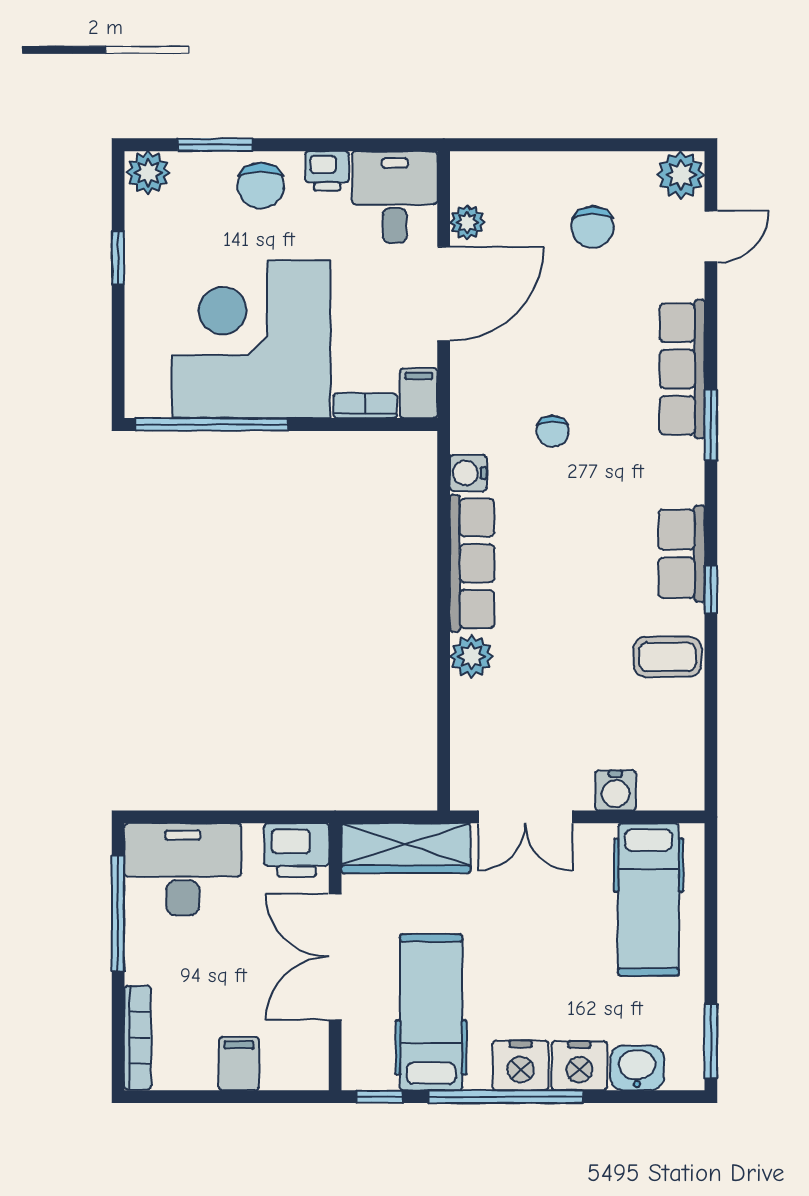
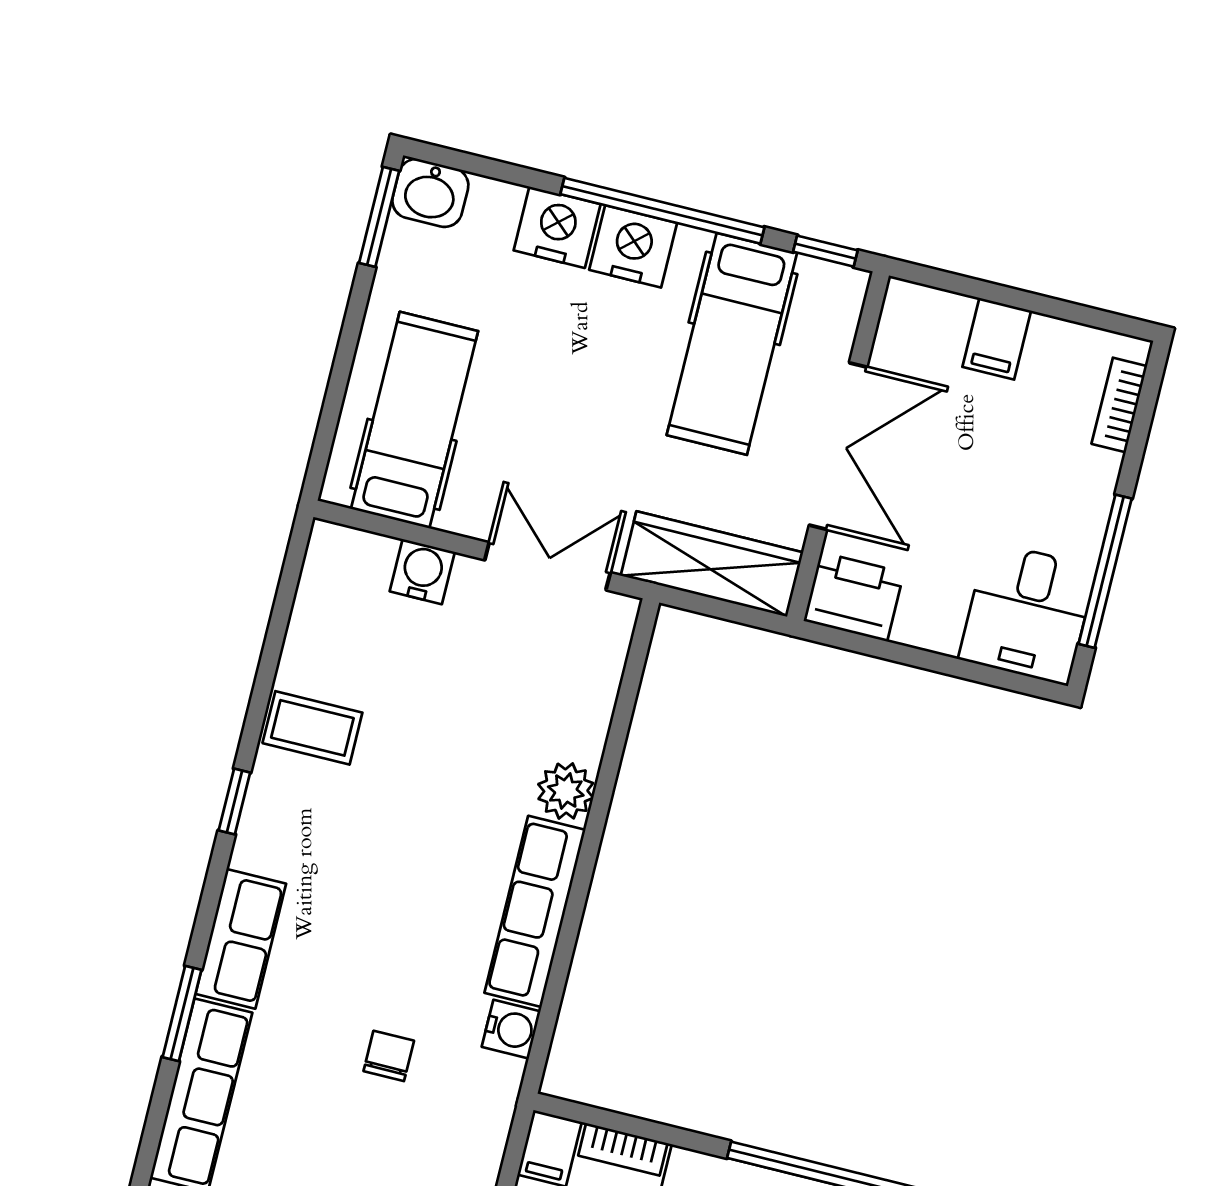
row of seats: (682, 554) -> (241, 939), moved
desk: (183, 869) -> (1028, 613), width x0.73
bookcase: (138, 1038) -> (1119, 405), width x0.64
washbasin: (637, 1068) -> (430, 193), moved

